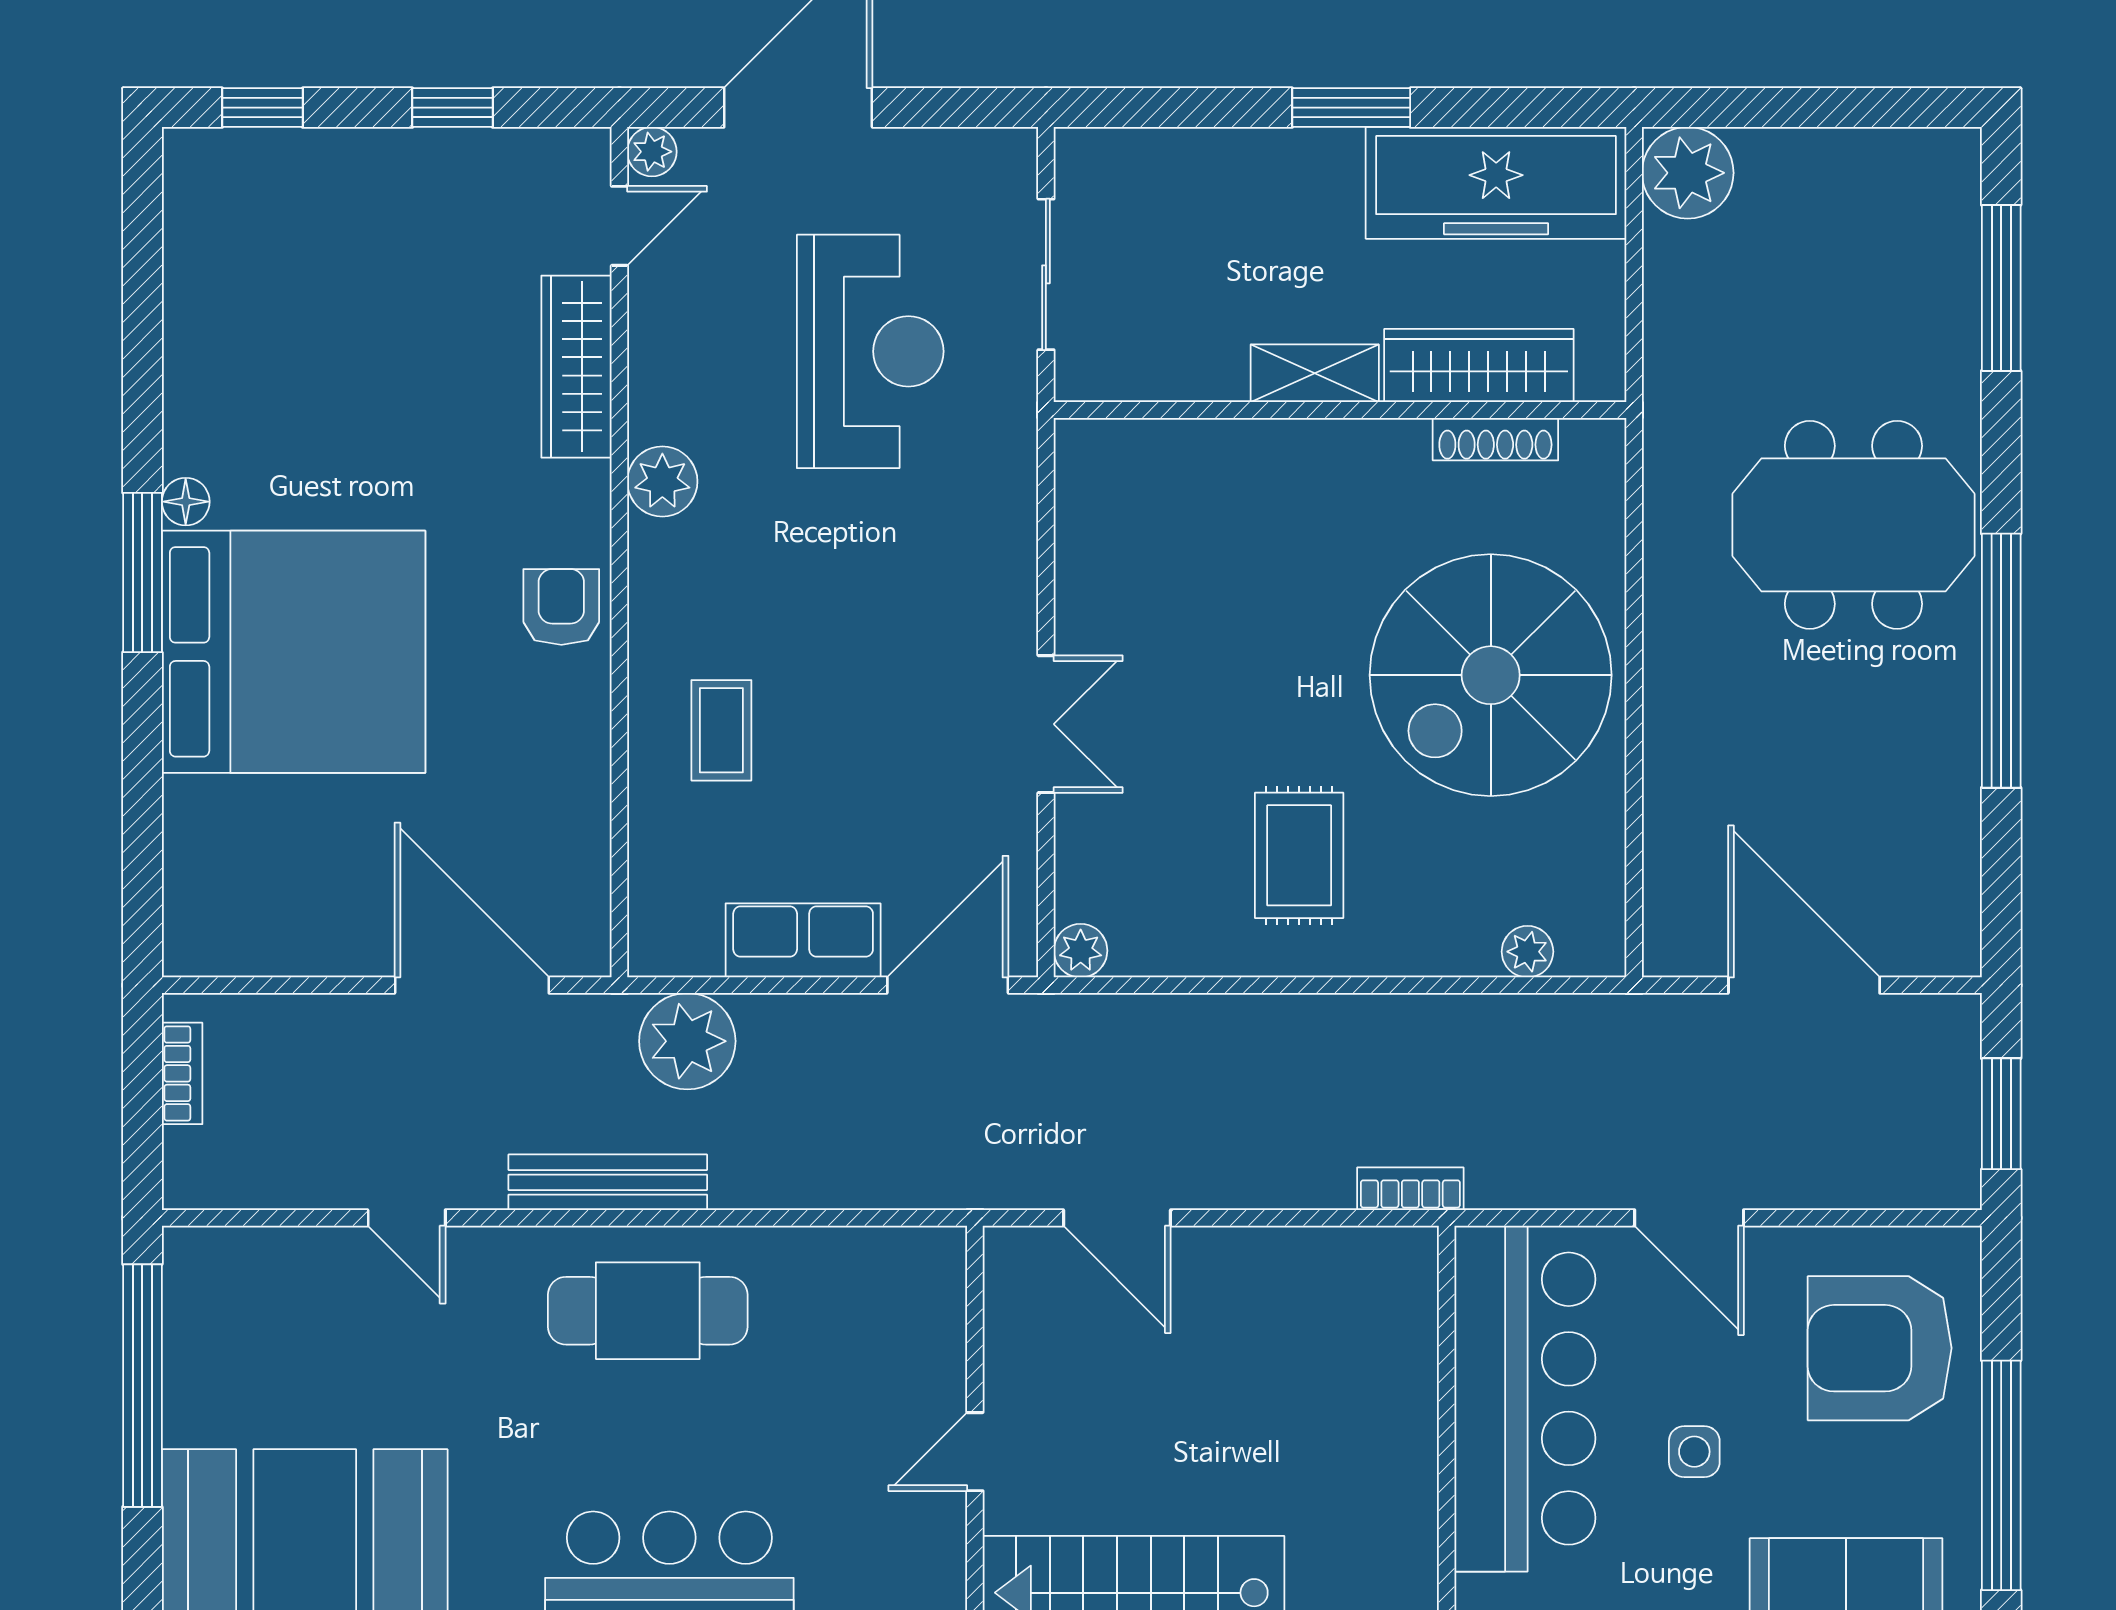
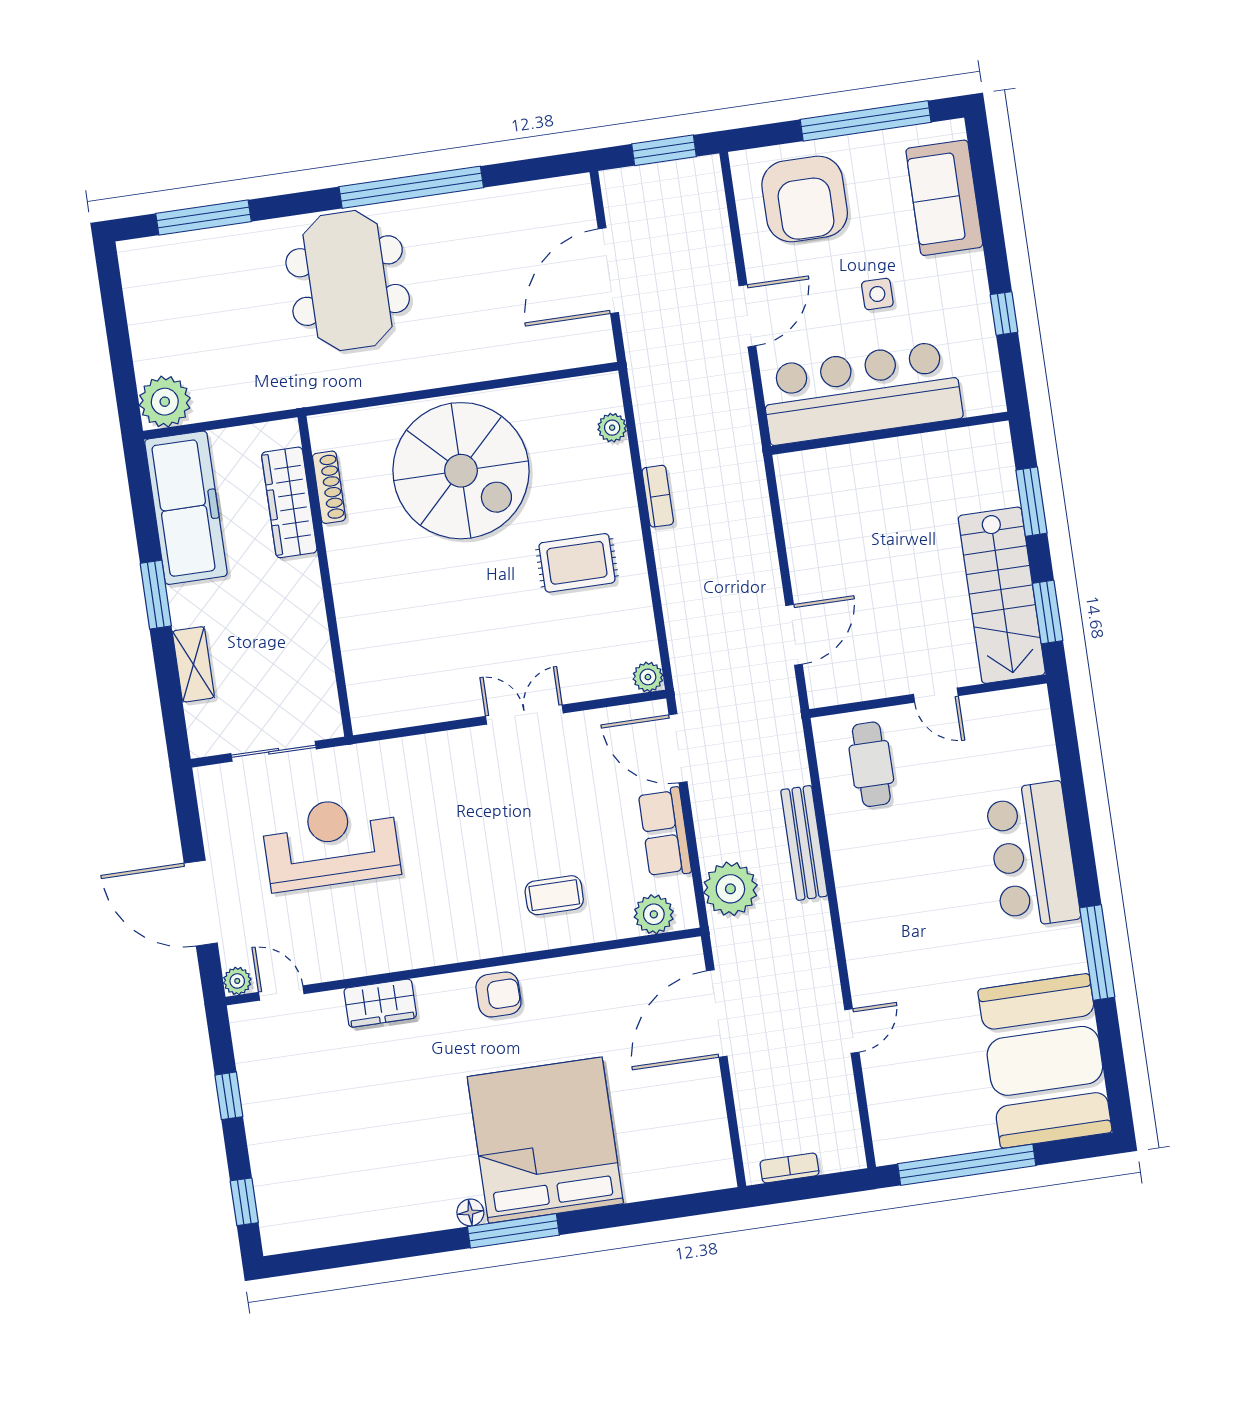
wardrobe: (576, 367) -> (380, 1003), width x0.67
shelving: (1315, 373) -> (193, 664), moved
plant: (662, 481) -> (654, 914), moved
armchair: (561, 607) -> (498, 995), turned 180
bench: (608, 1182) -> (804, 843), moved
bookcase: (1410, 1189) -> (658, 496), moved, turned 180
cafe table: (648, 1311) -> (871, 764), moved, width x0.73, depth x0.74

